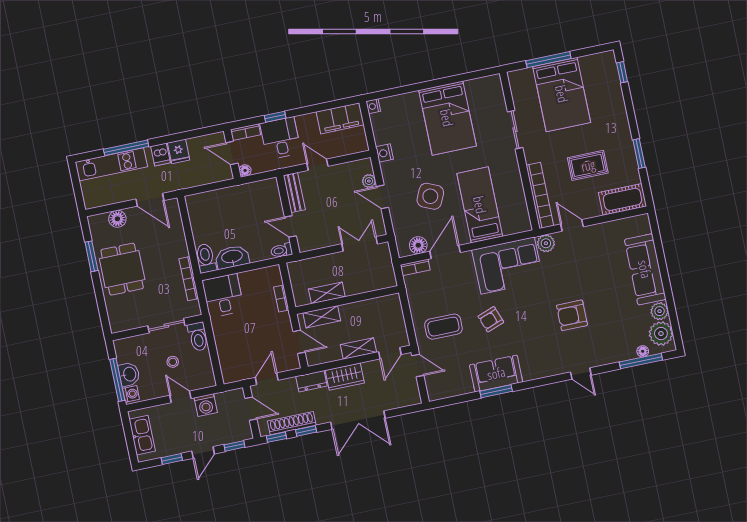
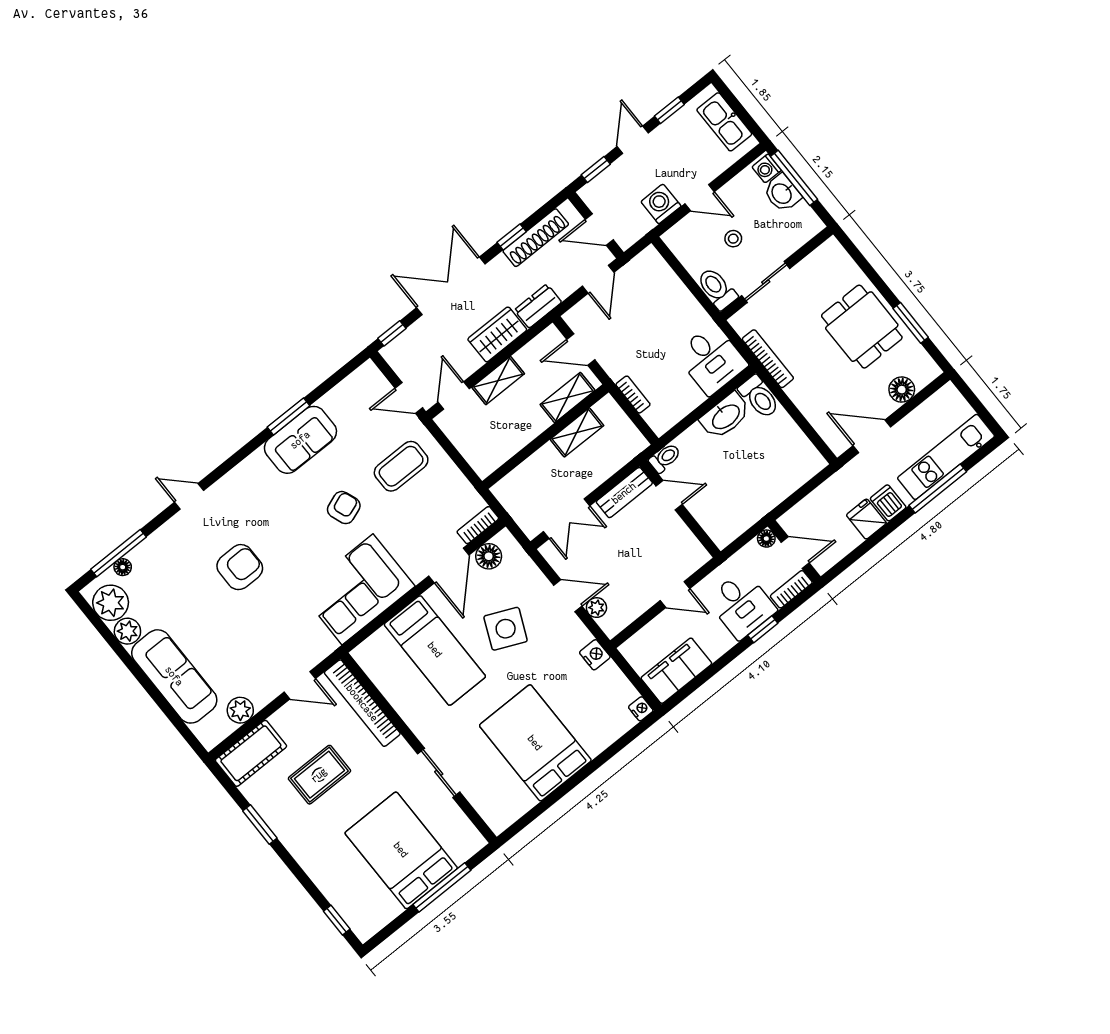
bench: (294, 193) -> (624, 493), moved, turned 90
plant: (546, 243) -> (240, 710), moved
window: (276, 437) -> (392, 333), moved

